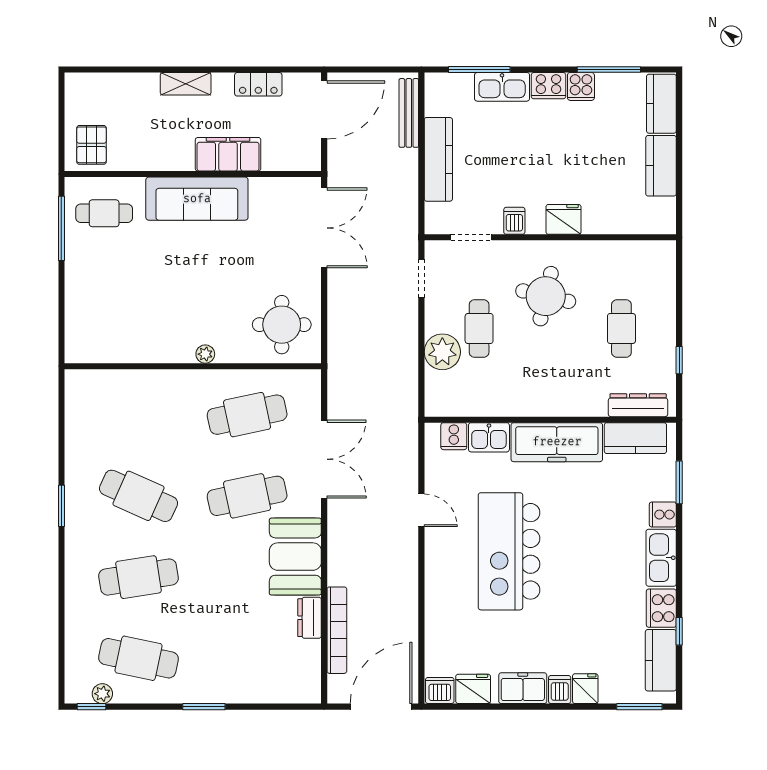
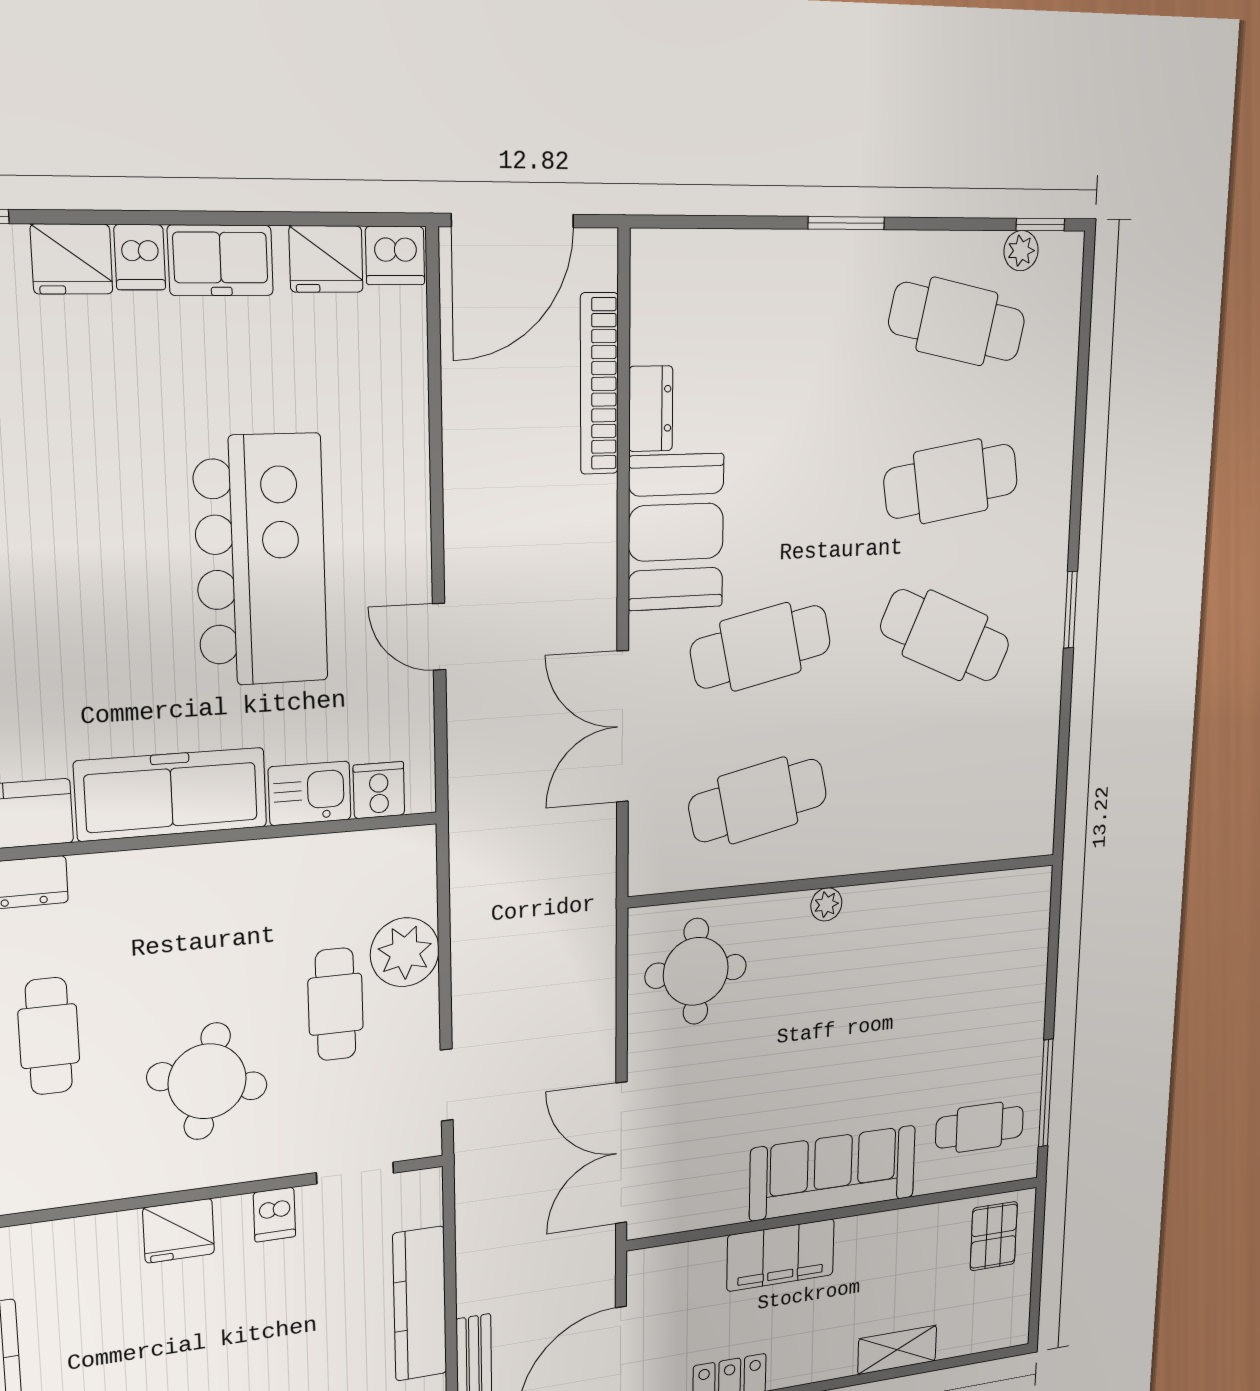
shelving: (186, 84) -> (897, 1350), moved
fridge: (585, 689) -> (72, 259), width x1.38

